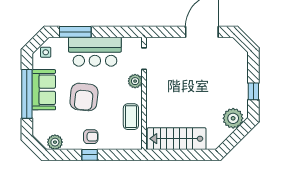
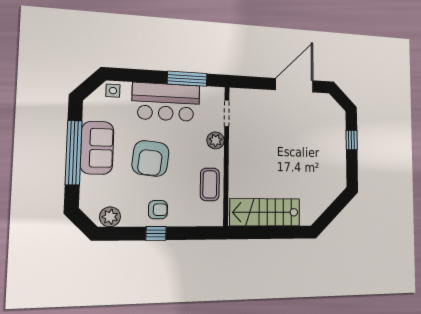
window: (75, 32) -> (187, 79), moved
side table: (46, 52) -> (113, 91), moved
window: (253, 91) -> (352, 140), moved
plant: (233, 118) -> (330, 188), removed

